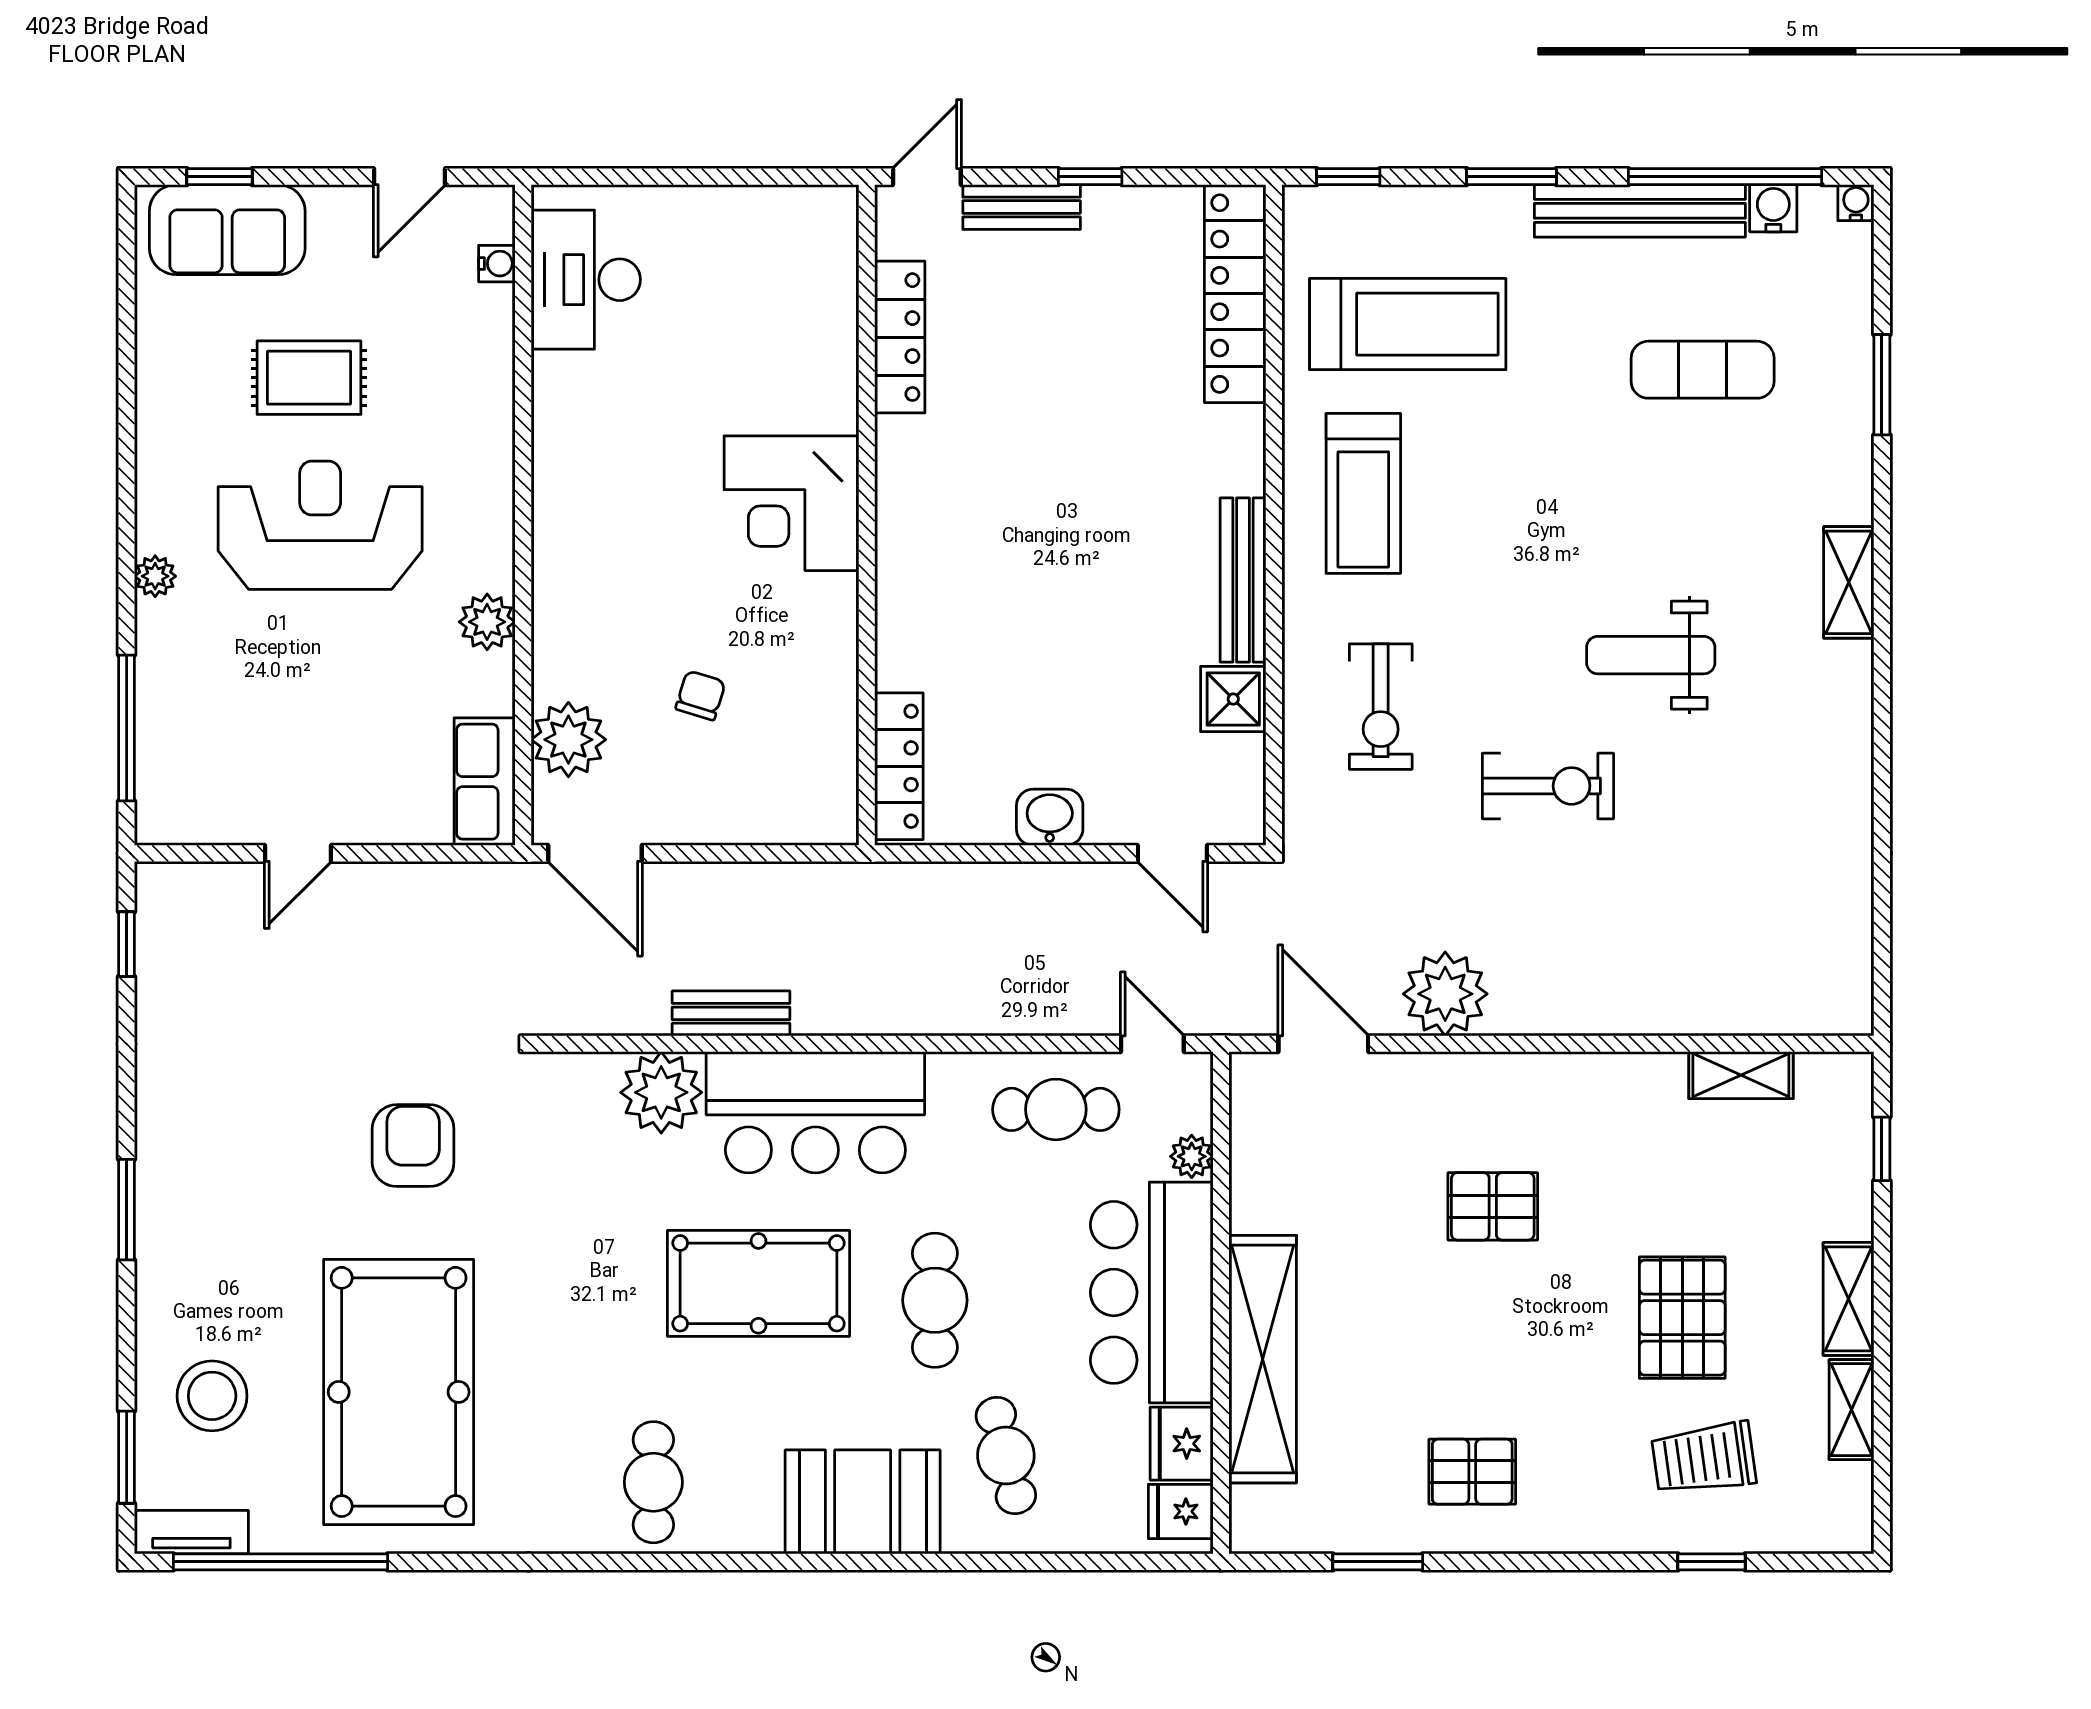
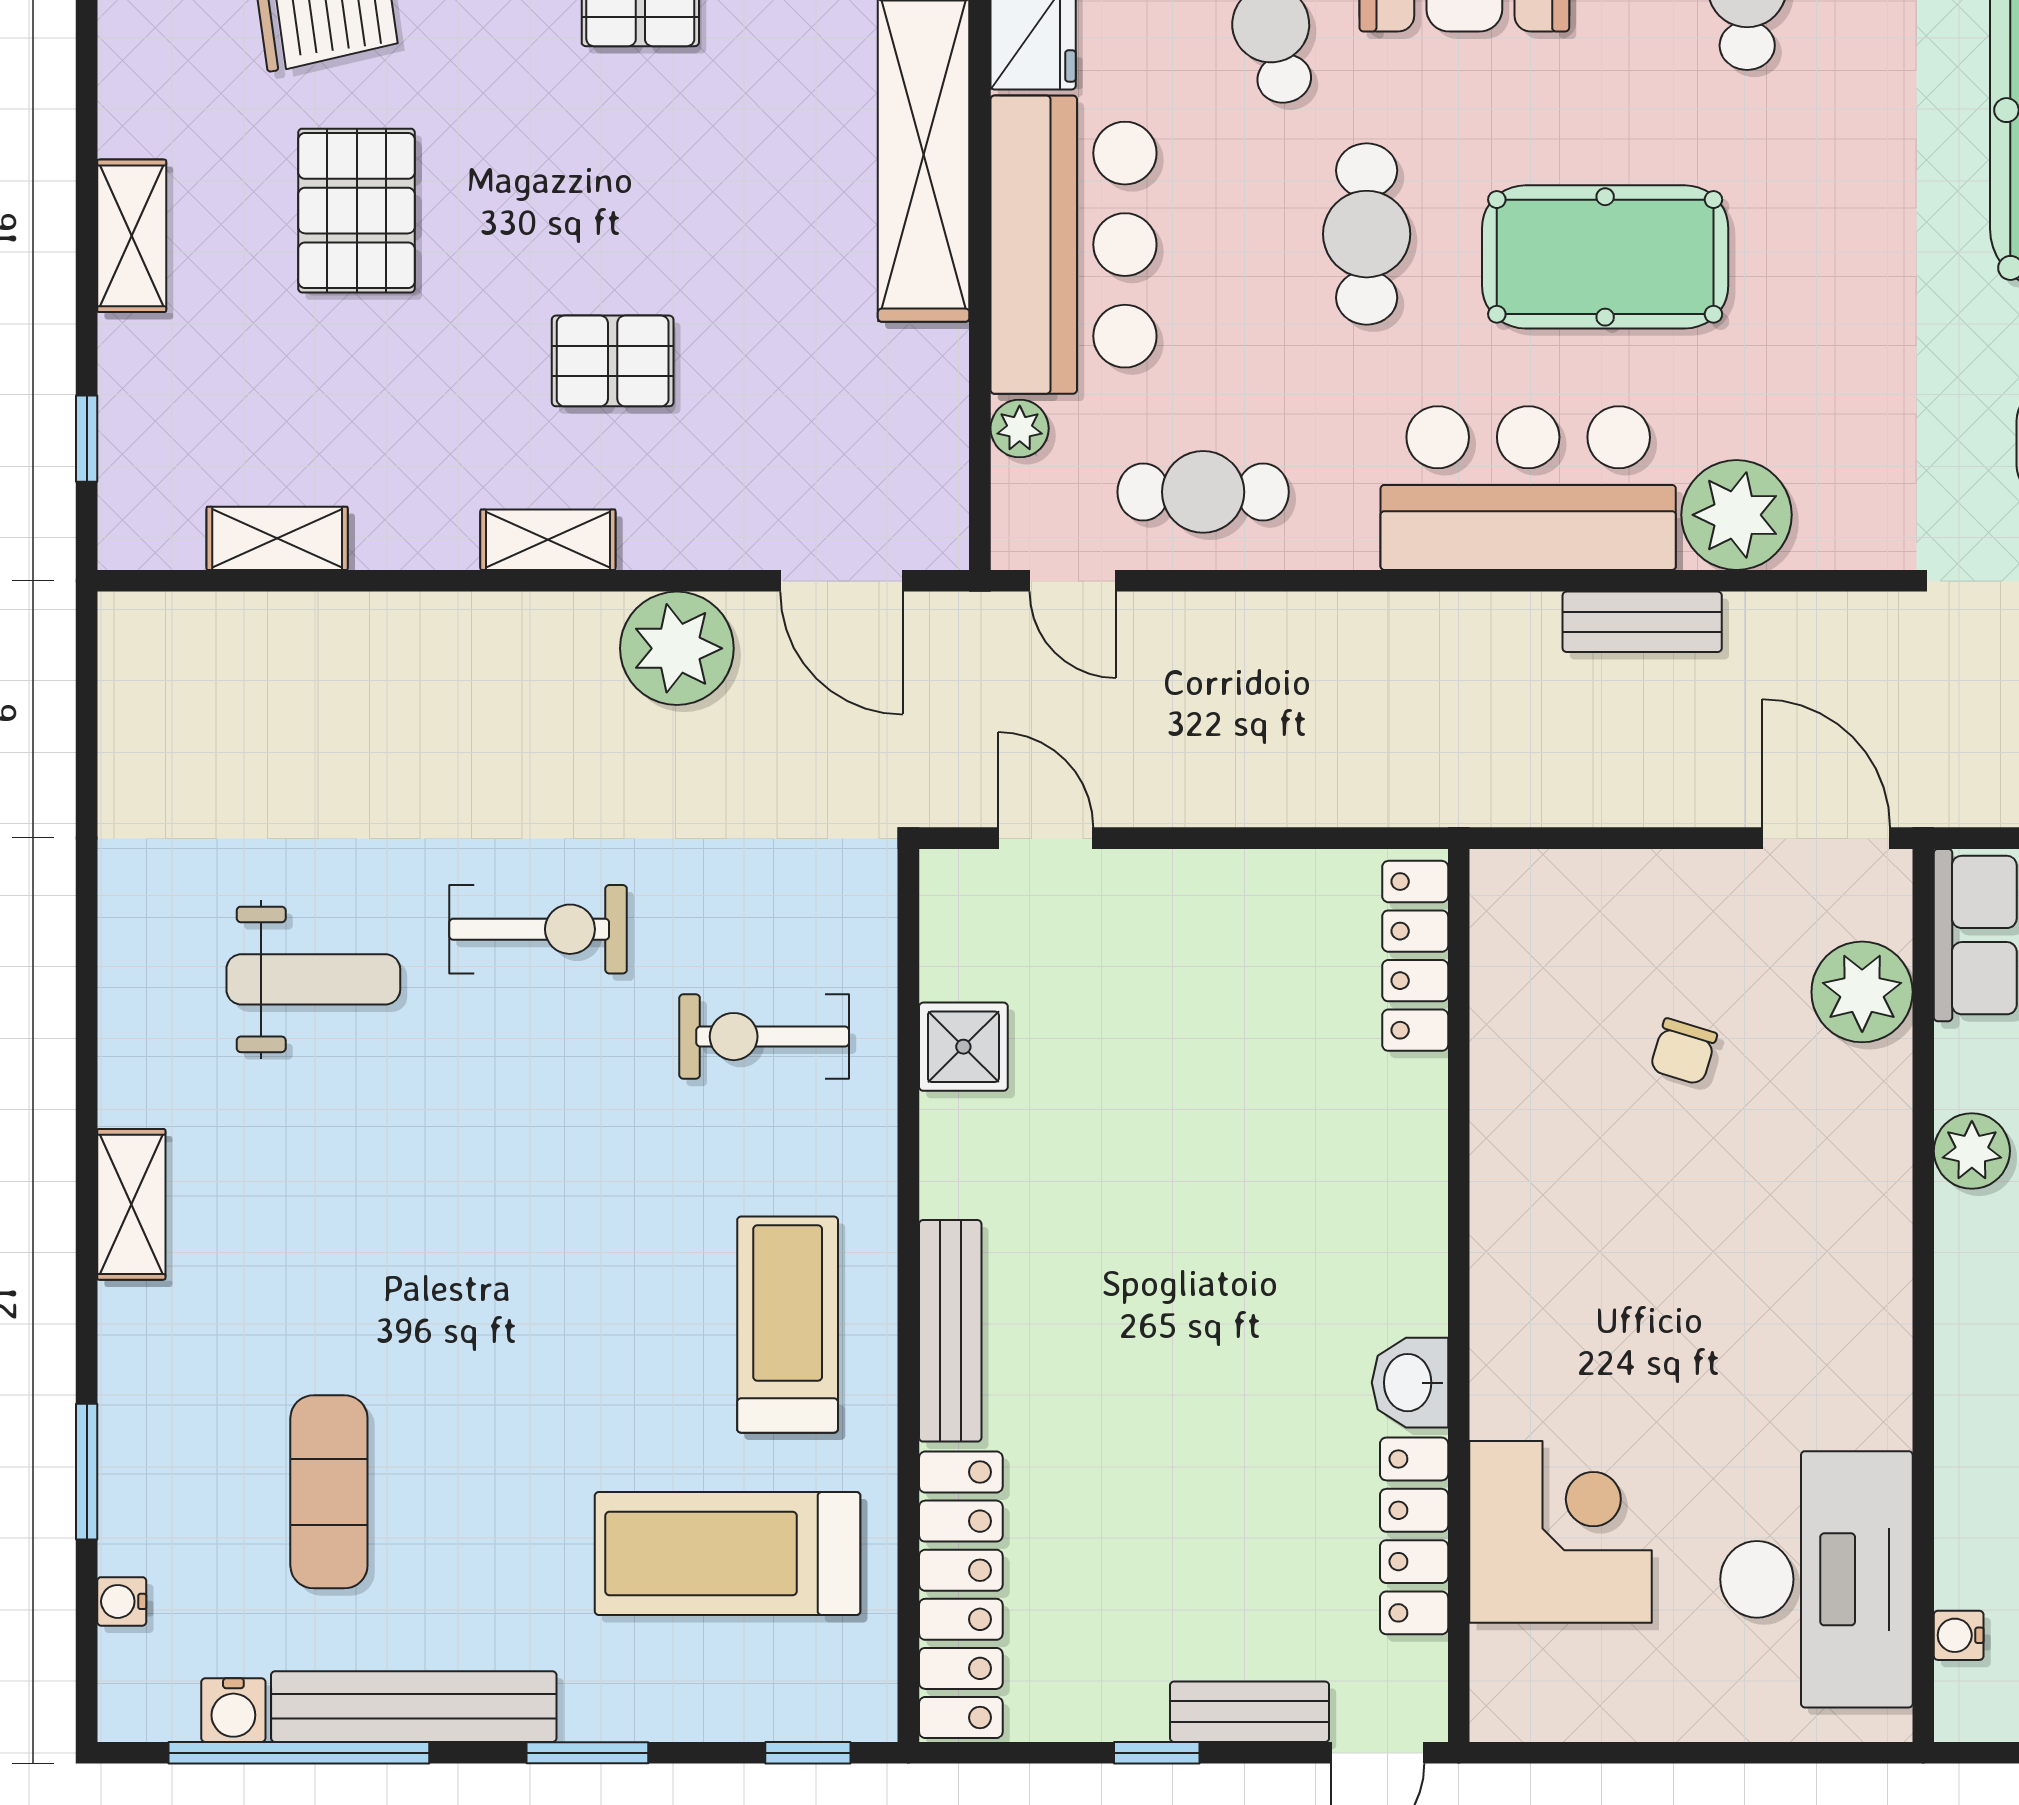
water cooler: (1856, 203) -> (122, 1601), moved, turned 90
desk: (586, 280) -> (1816, 1579), width x1.36, depth x1.30
exercise mat: (1703, 370) -> (329, 1492), turned 90
corner desk: (791, 503) -> (1561, 1532), moved
bench: (1243, 580) -> (950, 1331), moved
weight bench: (1651, 655) -> (313, 979), moved
exercise bike: (1381, 707) -> (764, 1037), turned -90
exercise bike: (1548, 786) -> (538, 929), turned 180
washbasin: (1050, 817) -> (1410, 1383), moved, turned 90
shelving: (1852, 1410) -> (548, 540), moved, turned 90

